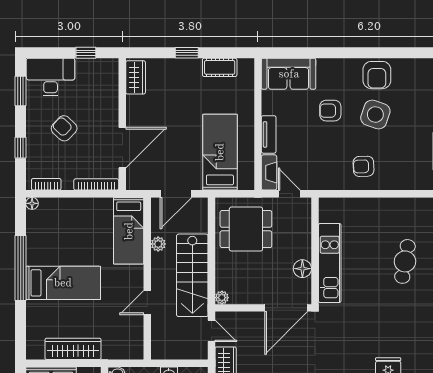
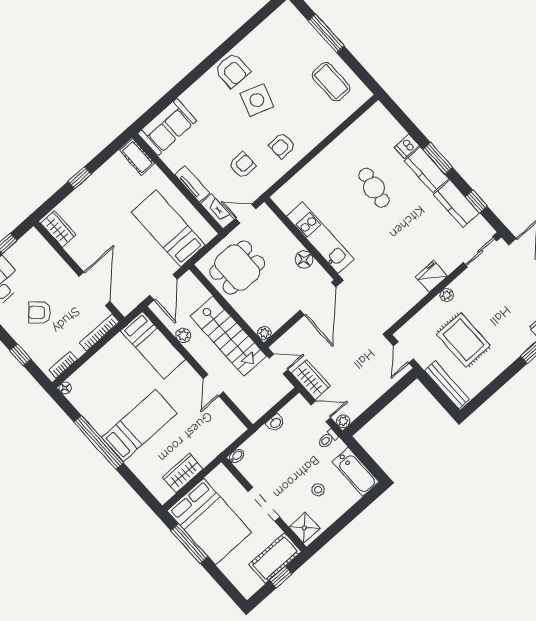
cot: (220, 67) -> (137, 157), moved, turned 90
armchair: (330, 111) -> (242, 165), moved, turned 180
wardrobe: (73, 349) -> (183, 473), width x0.67

